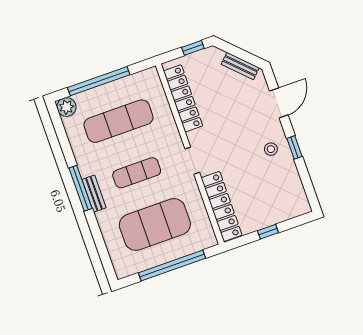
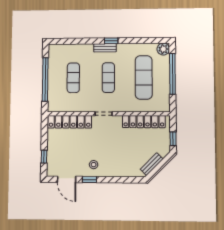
door: (279, 103) -> (67, 179), moved
window: (80, 188) -> (111, 41), width x0.46
exercise mat: (155, 224) -> (73, 78), width x0.50, depth x0.69
window: (268, 232) -> (44, 157), moved

